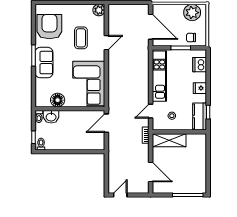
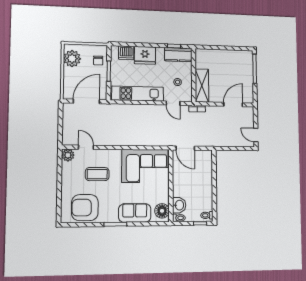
door: (106, 43) -> (86, 147), moved
sofa: (44, 63) -> (135, 213), moved
fridge: (200, 88) -> (145, 55), width x1.88, depth x1.34
floor lamp: (58, 100) -> (162, 211), moved

